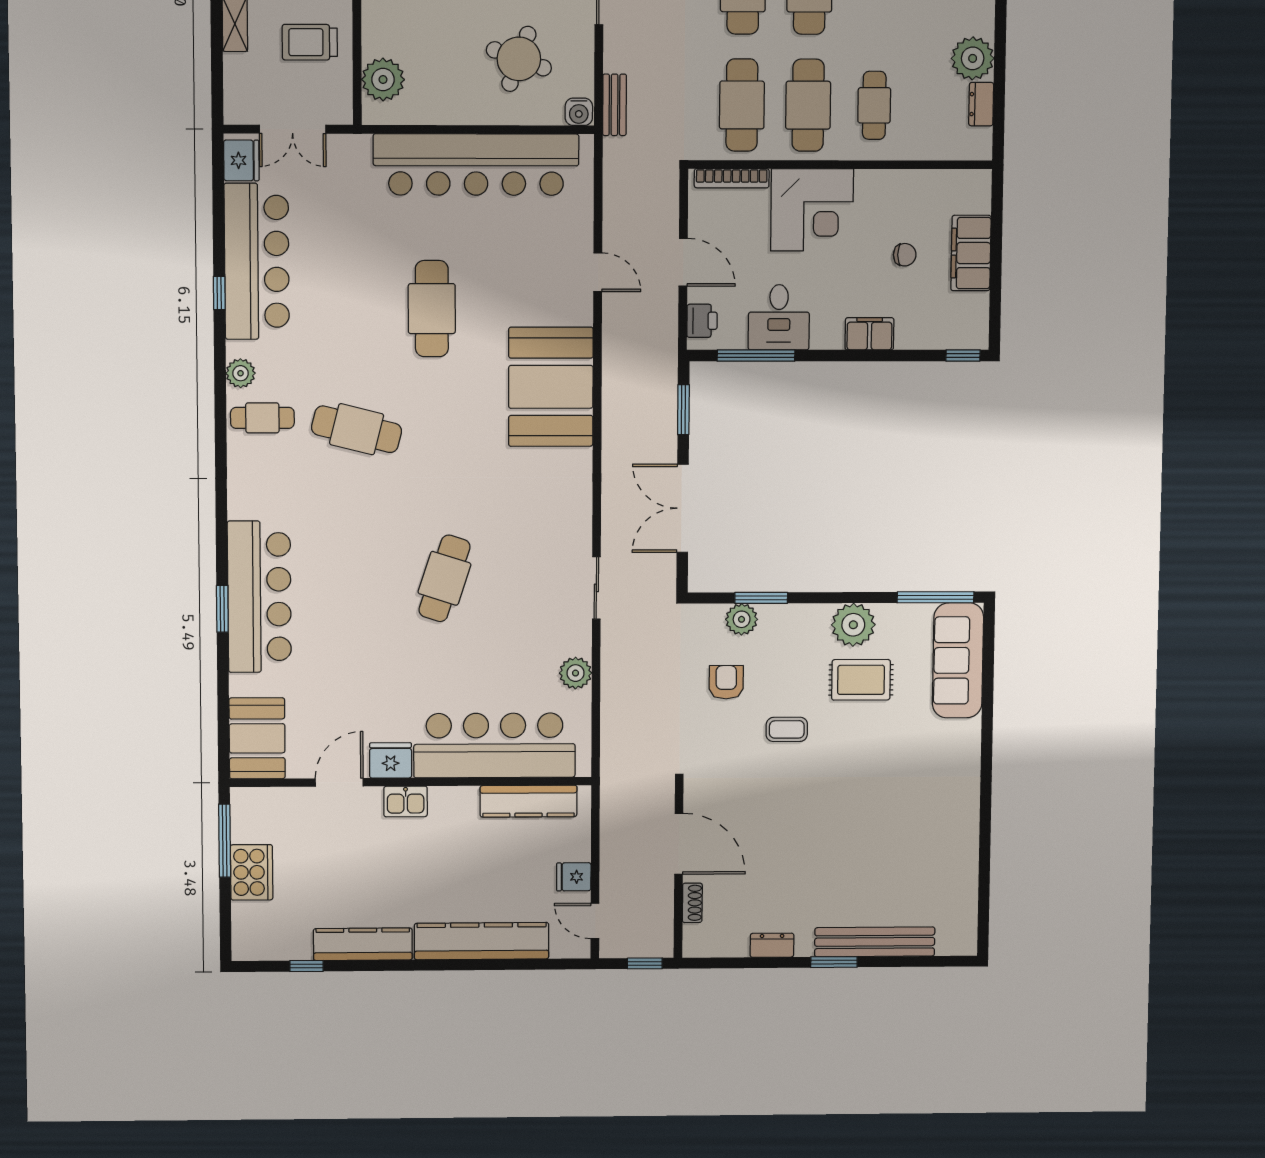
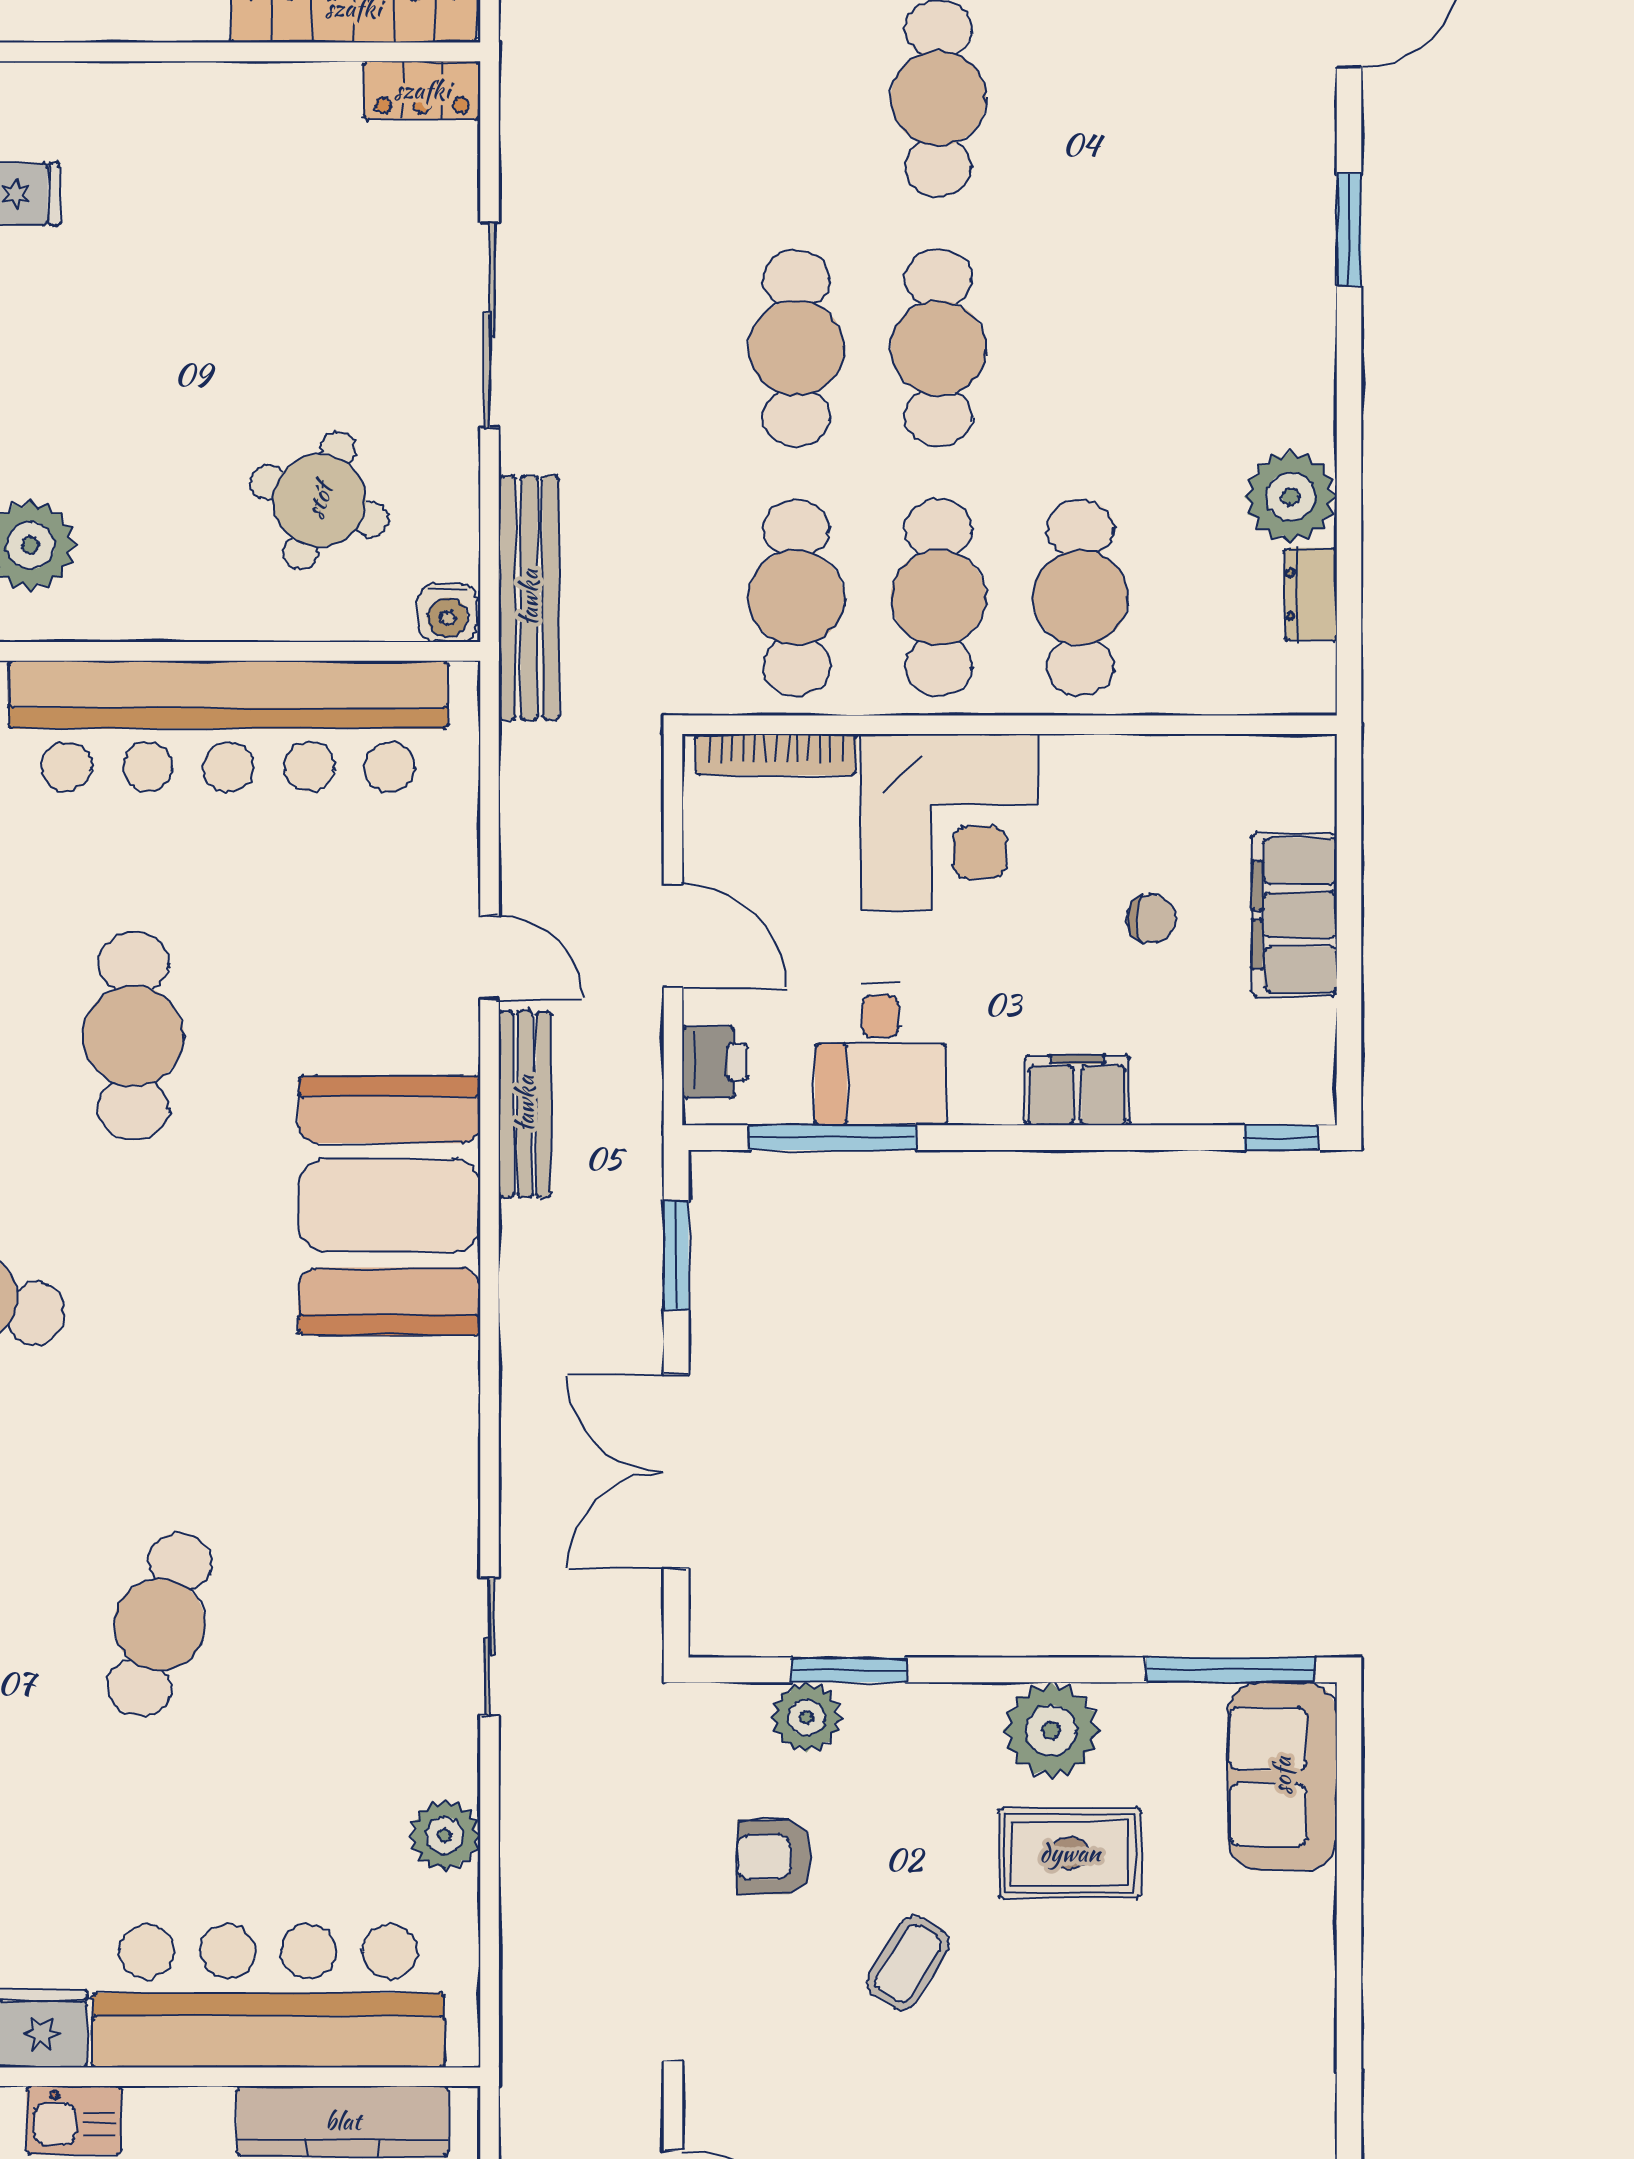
bench: (614, 105) -> (529, 598), width x1.86, depth x1.21
cafe table: (874, 105) -> (1081, 598), width x1.37, depth x1.35
bench: (614, 340) -> (525, 1104), added
sofa: (958, 660) -> (1282, 1776), width x0.73
armchair: (726, 682) -> (774, 1857), turned -90
coffee table: (787, 729) -> (908, 1963), turned -58

